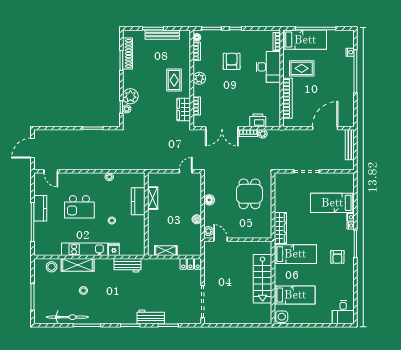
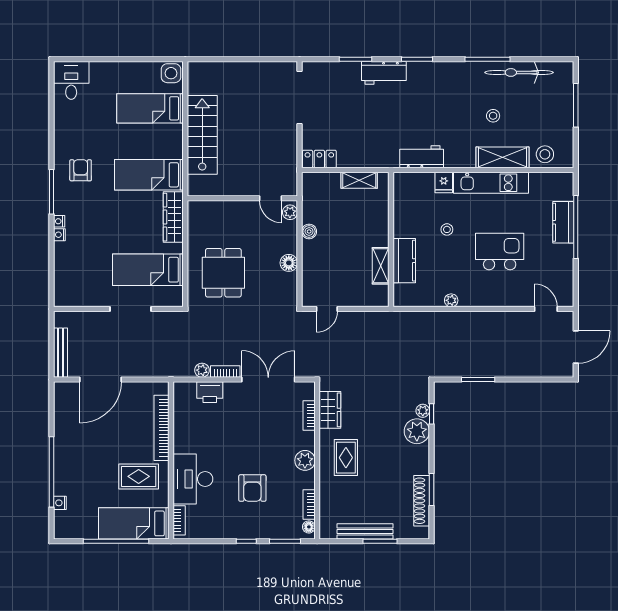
bed: (332, 203) -> (148, 270), moved, turned 180
kitchen counter: (40, 208) -> (563, 222), moved

